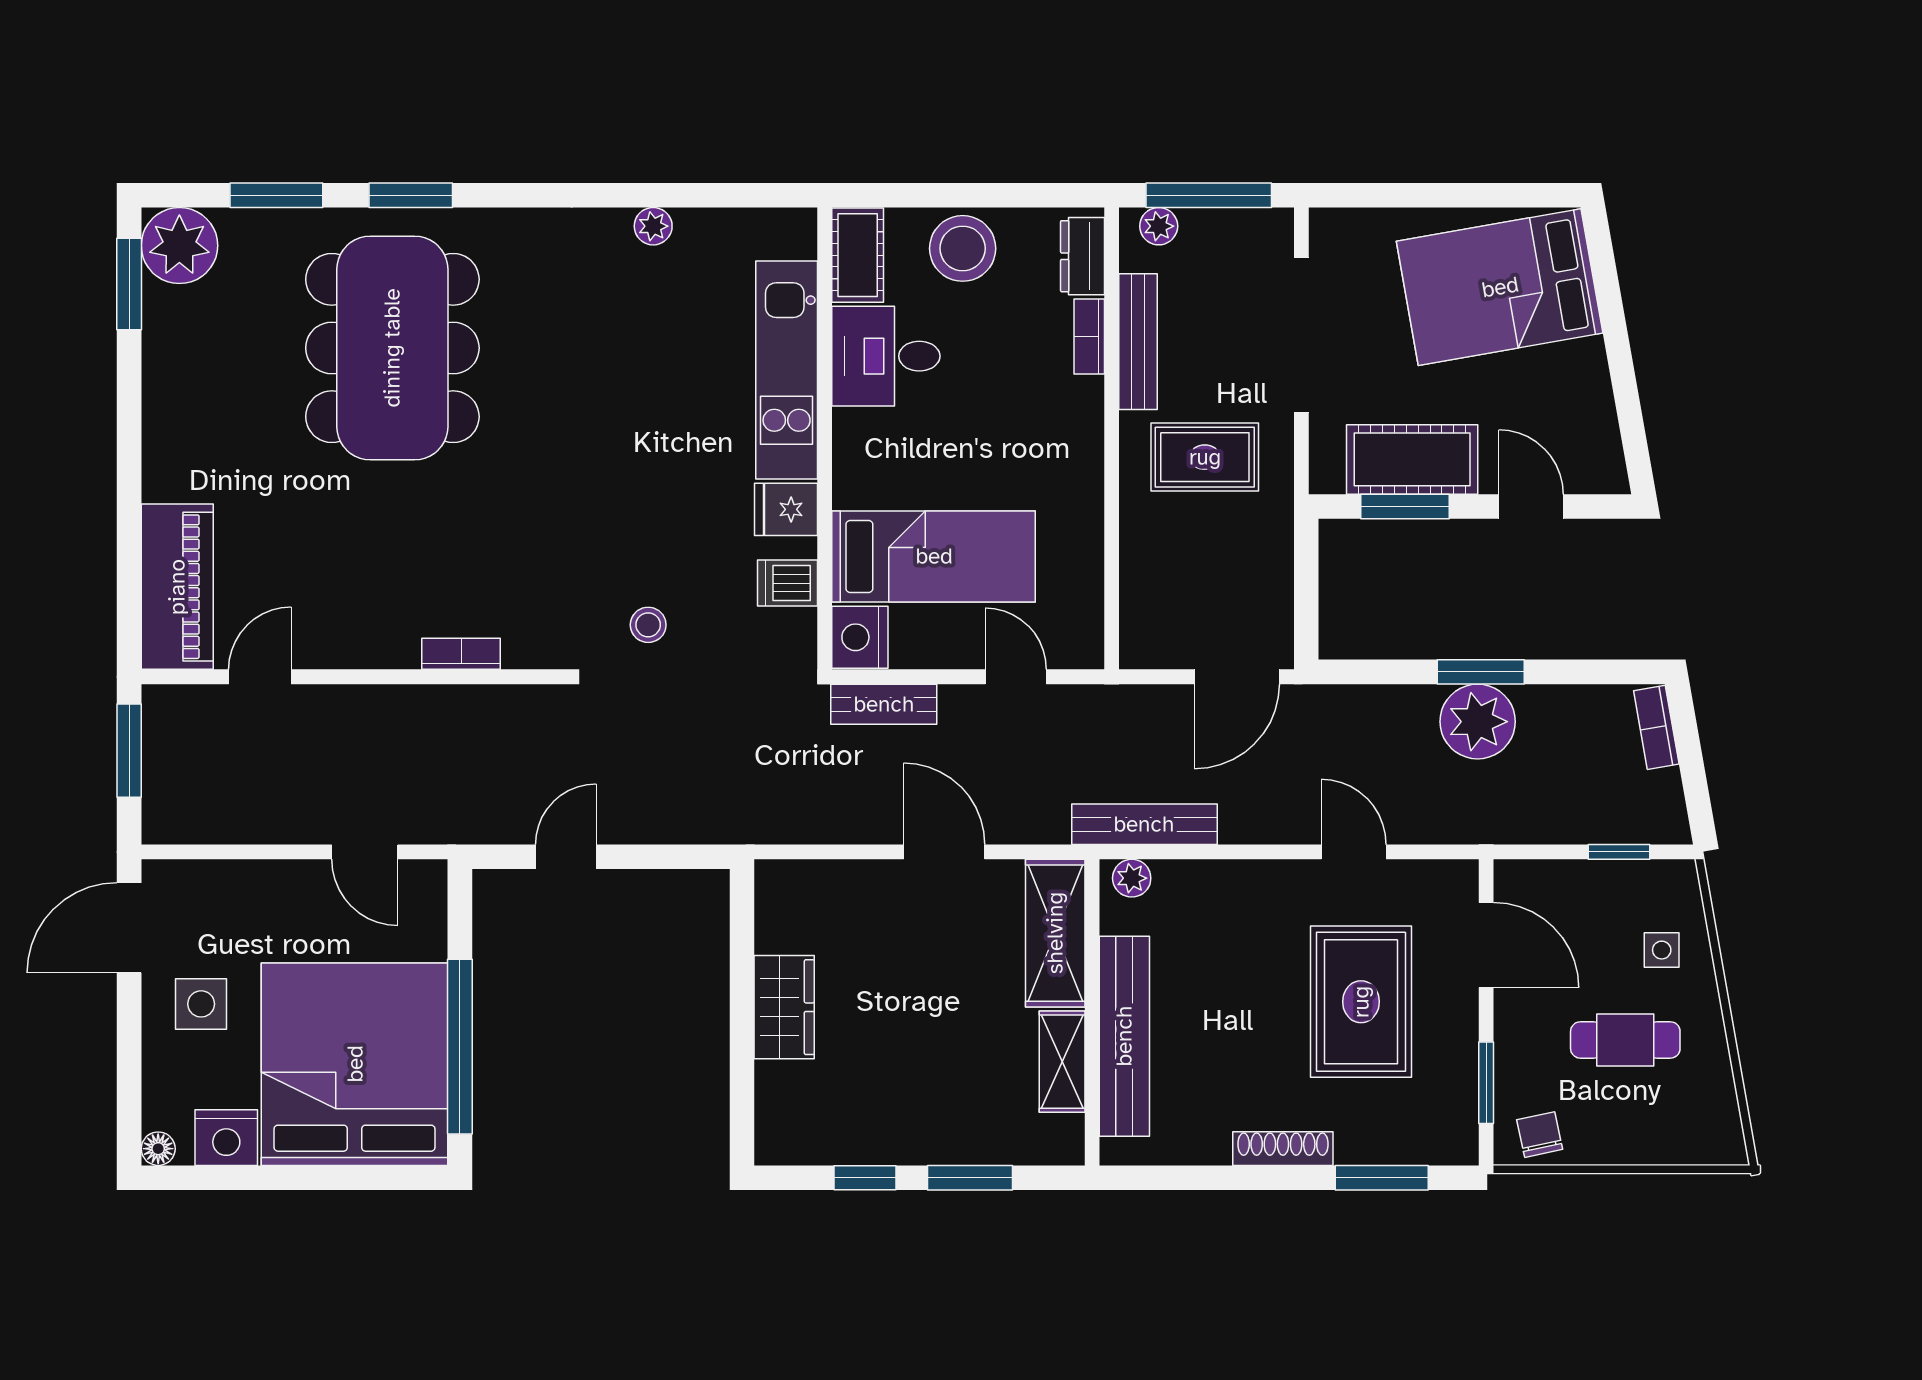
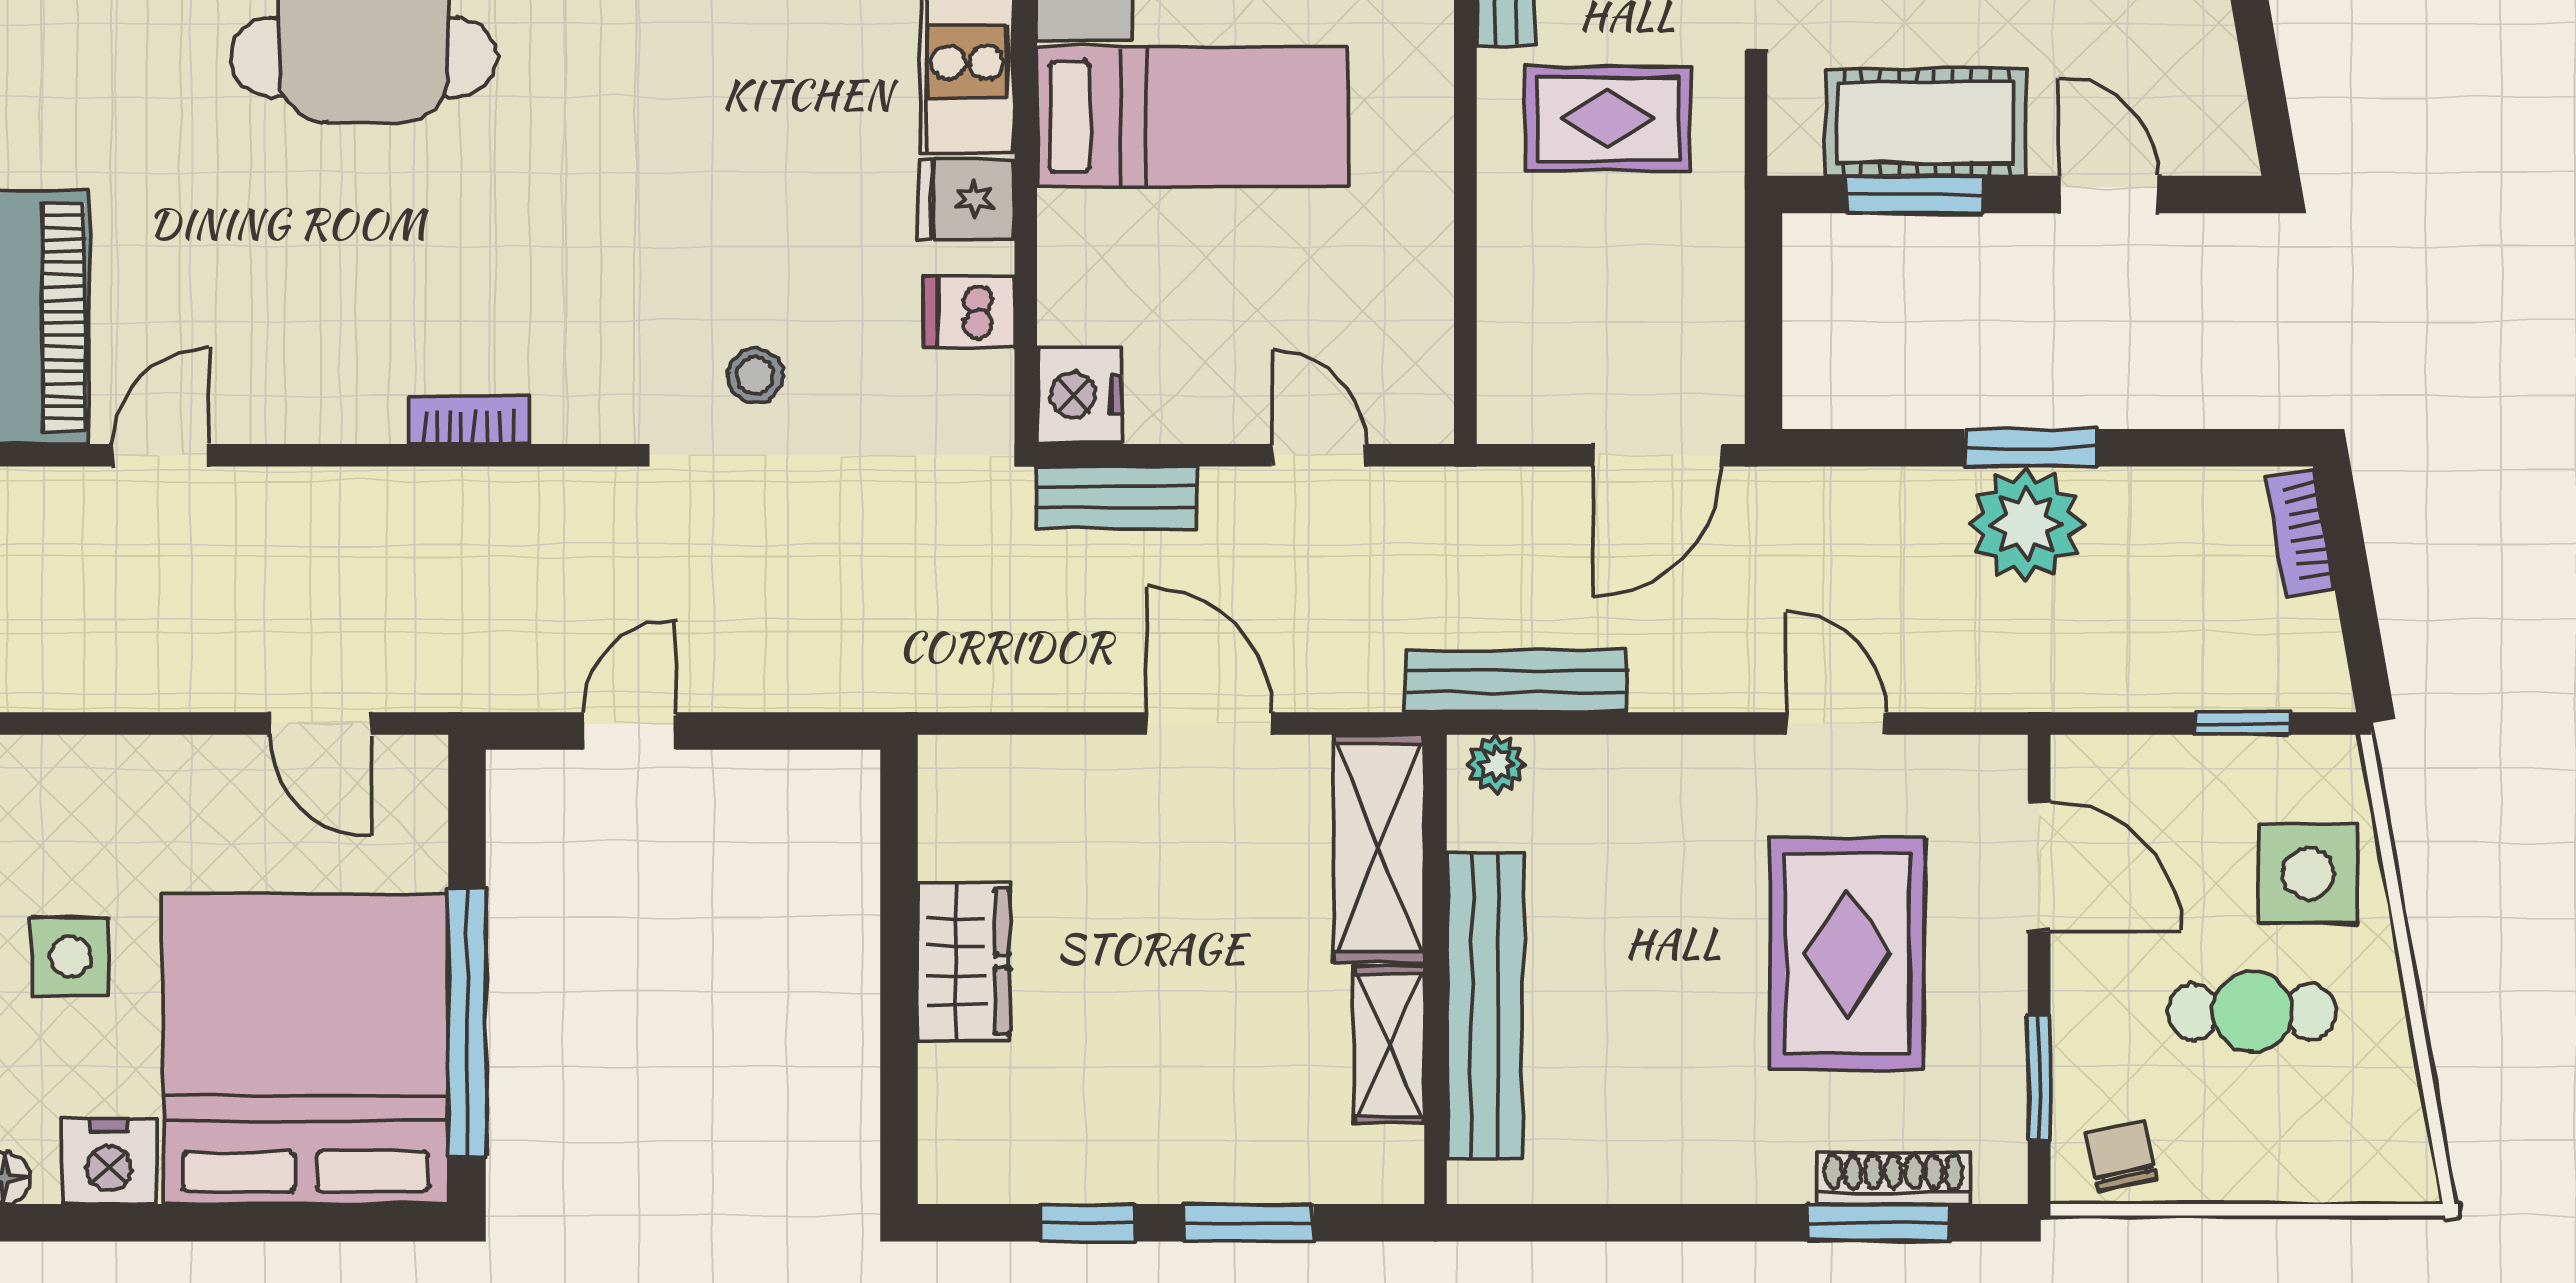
bed: (934, 556) -> (1193, 117), moved
side table: (1662, 950) -> (2308, 874), width x1.87, depth x1.87
shoe rack: (1283, 1149) -> (1893, 1178), moved

